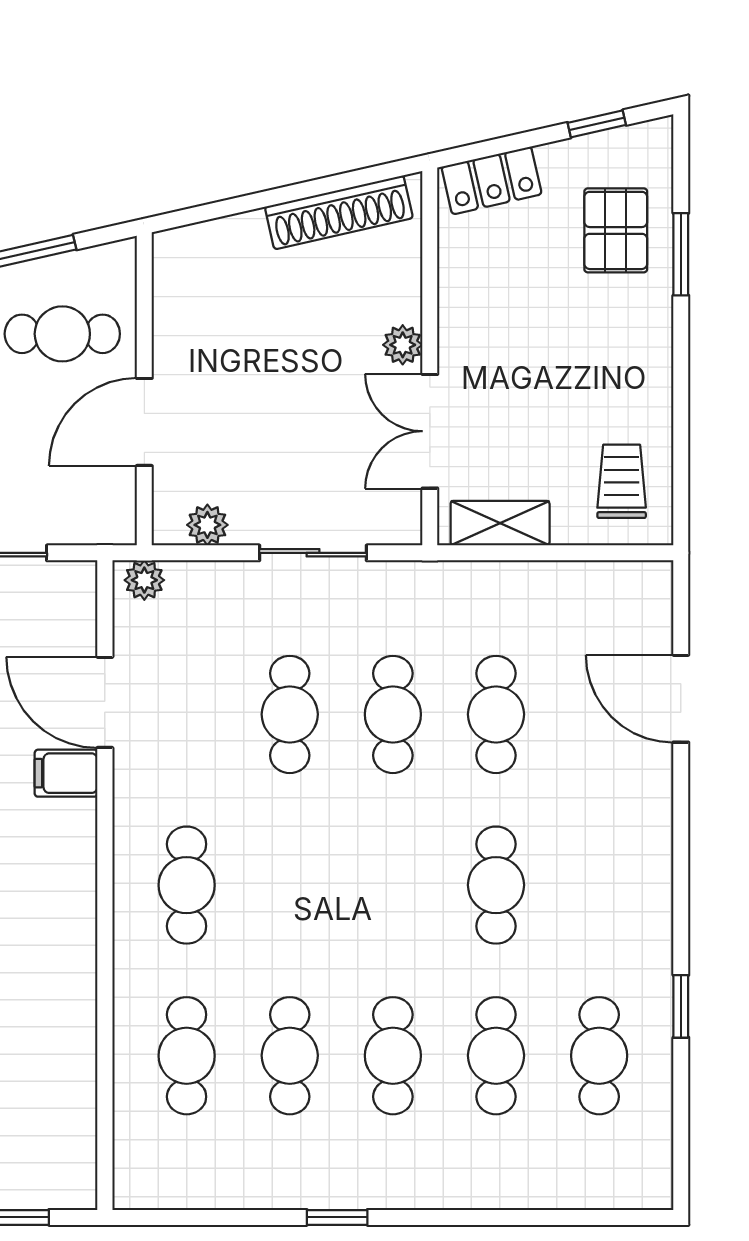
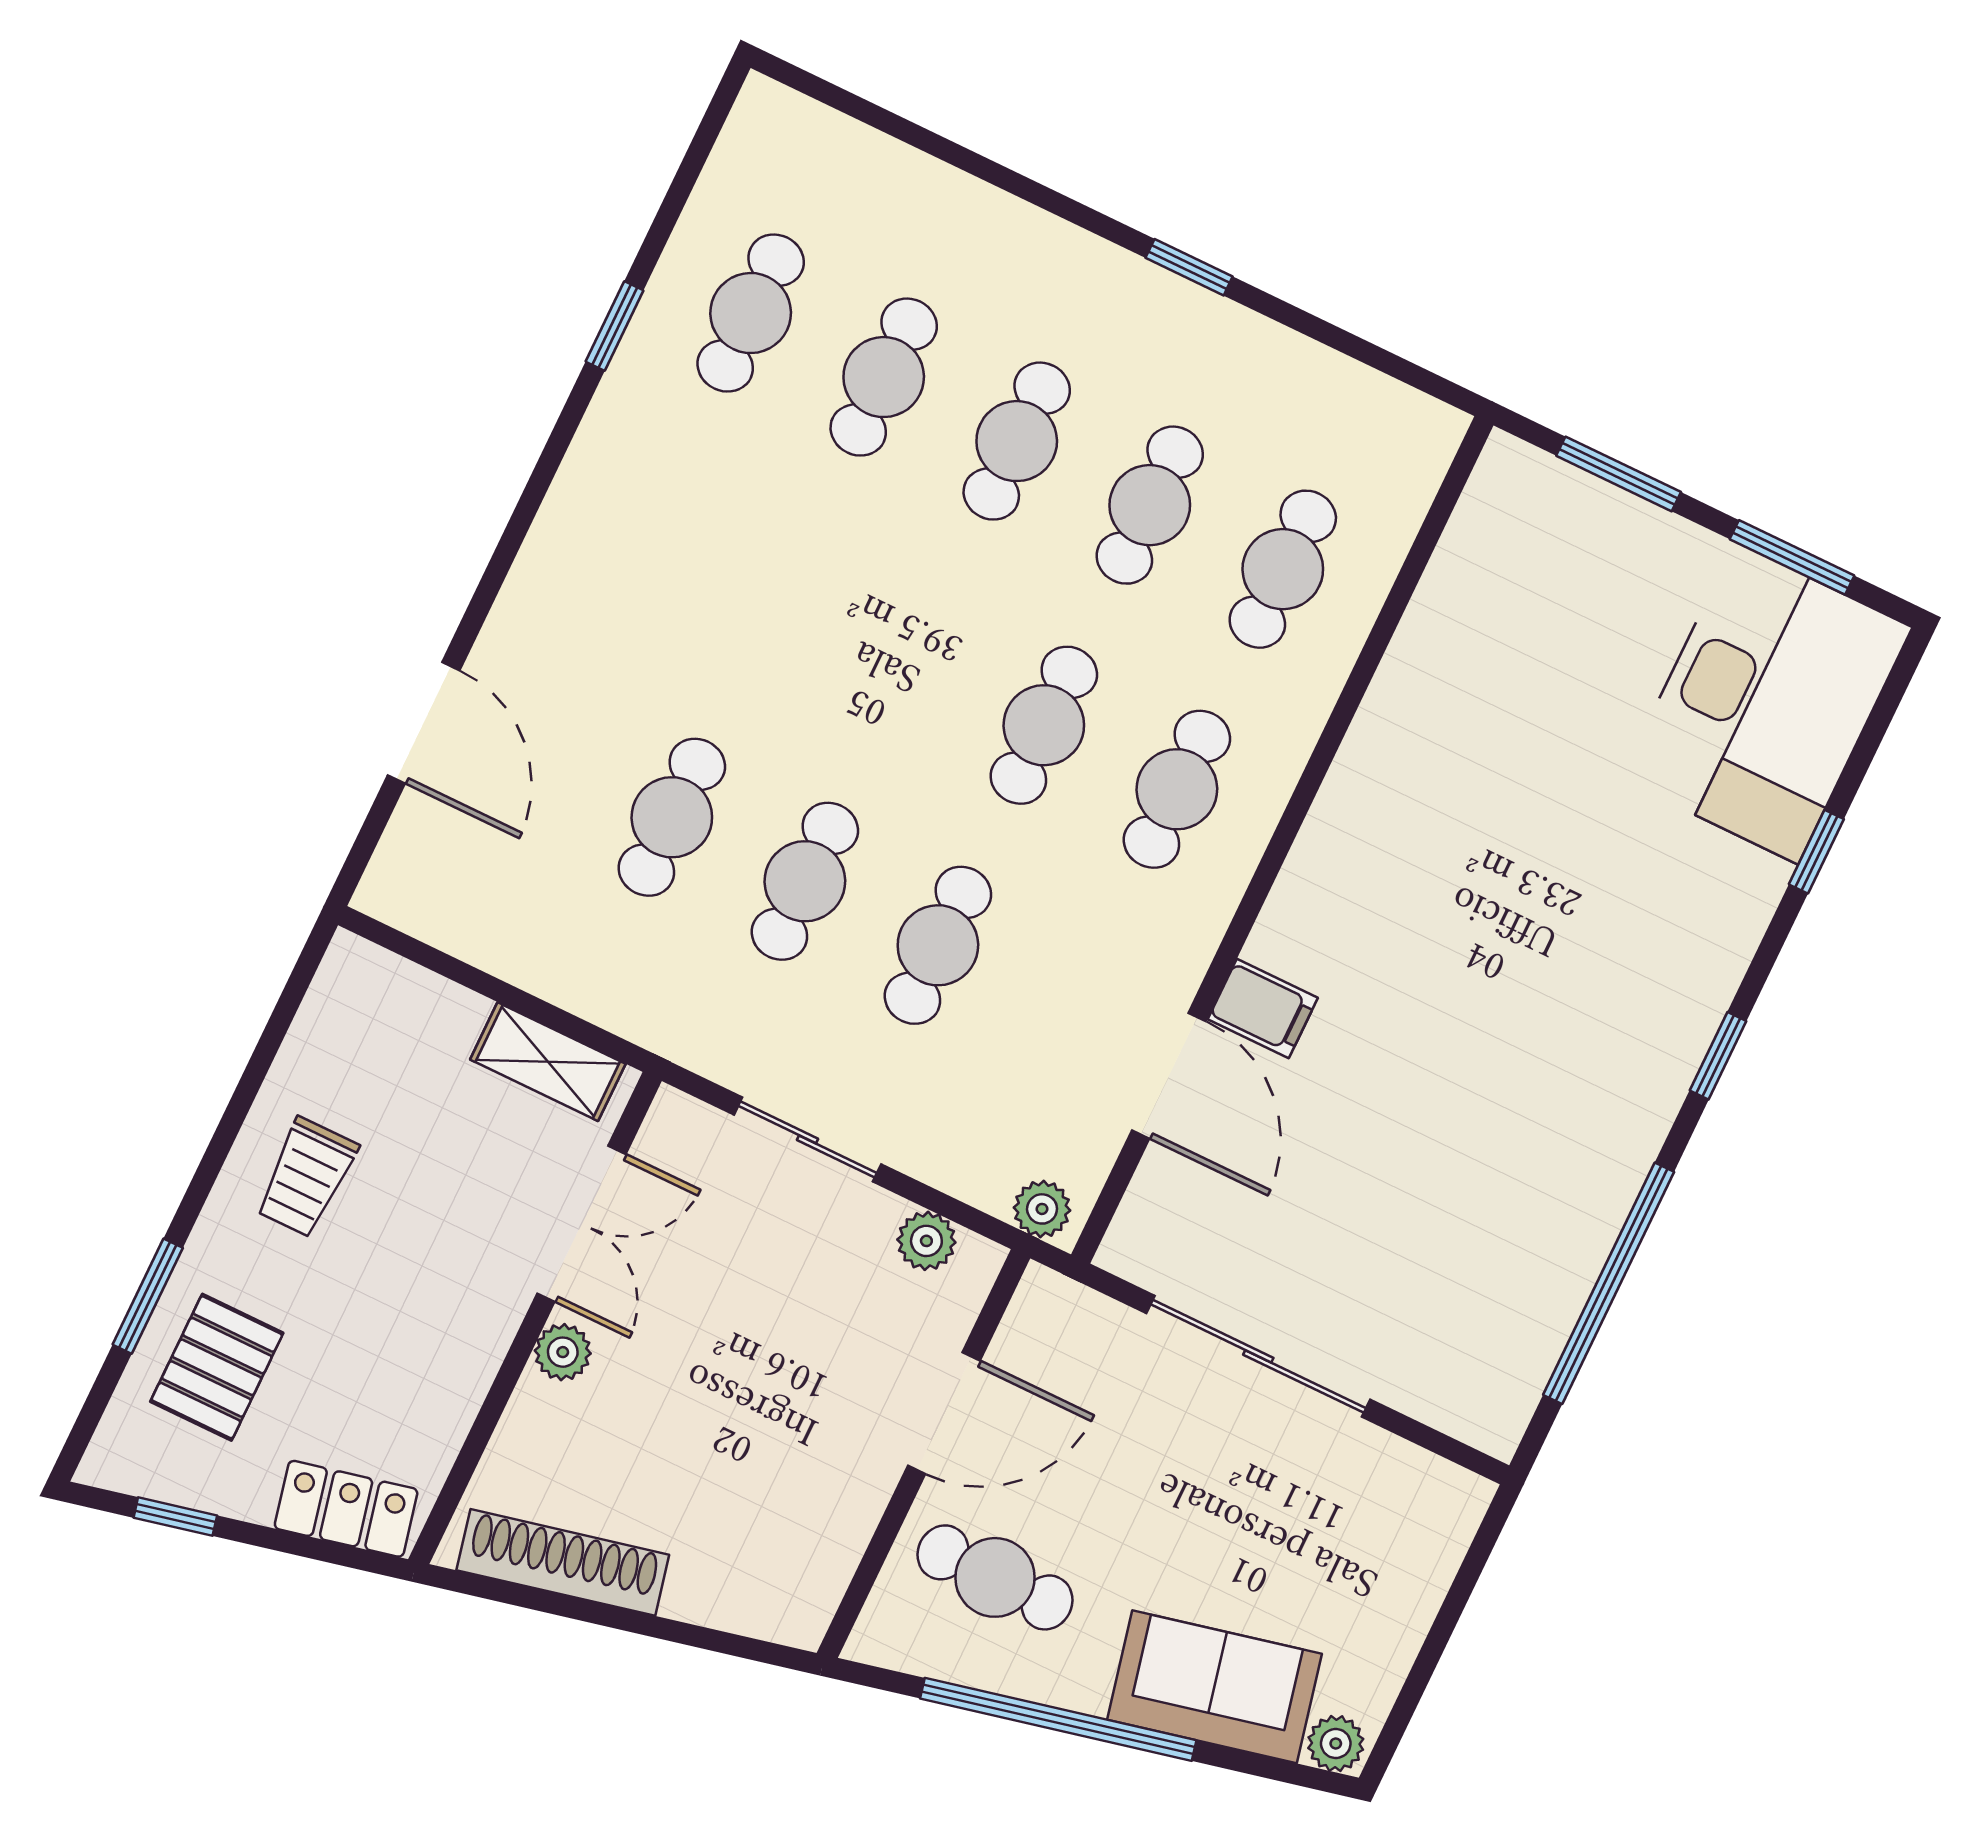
trolley: (622, 481) -> (306, 1177), moved
cafe table: (496, 885) -> (1044, 725), moved

